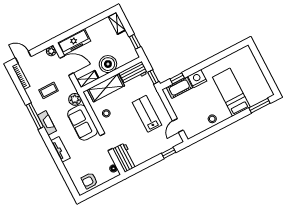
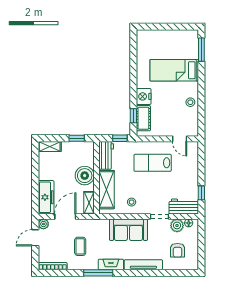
door: (23, 57) -> (35, 238), moved
plant: (75, 99) -> (177, 225), moved
tv unit: (60, 149) -> (143, 265), width x1.41
window: (169, 153) -> (201, 193), moved
armchair: (89, 181) -> (177, 250), moved

